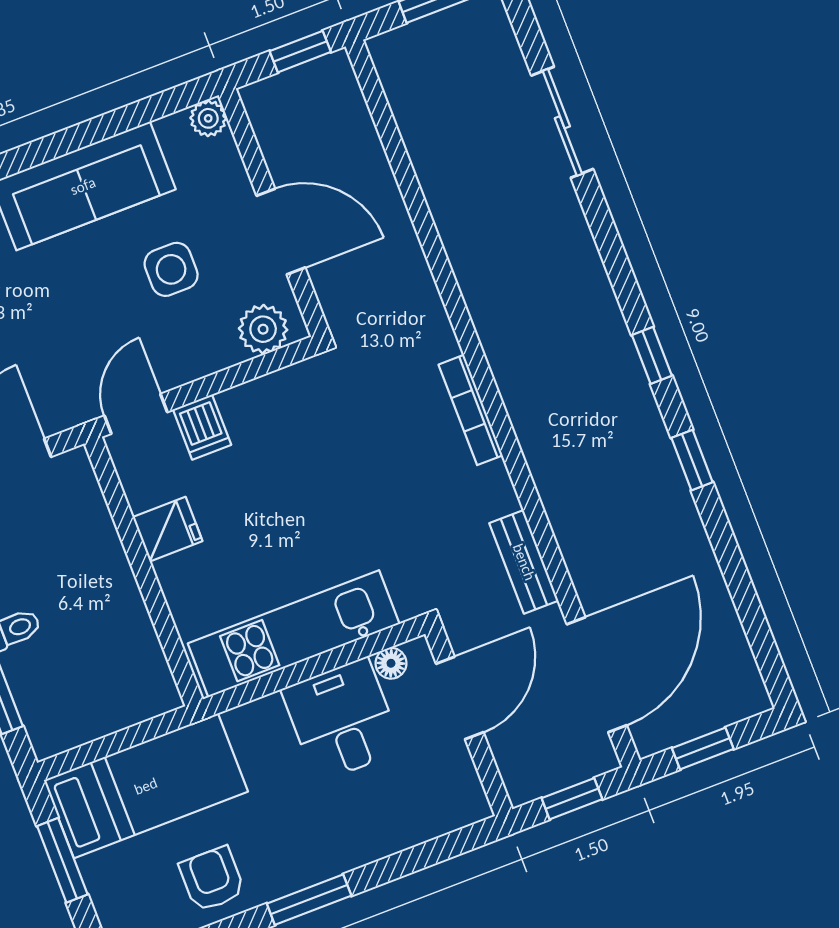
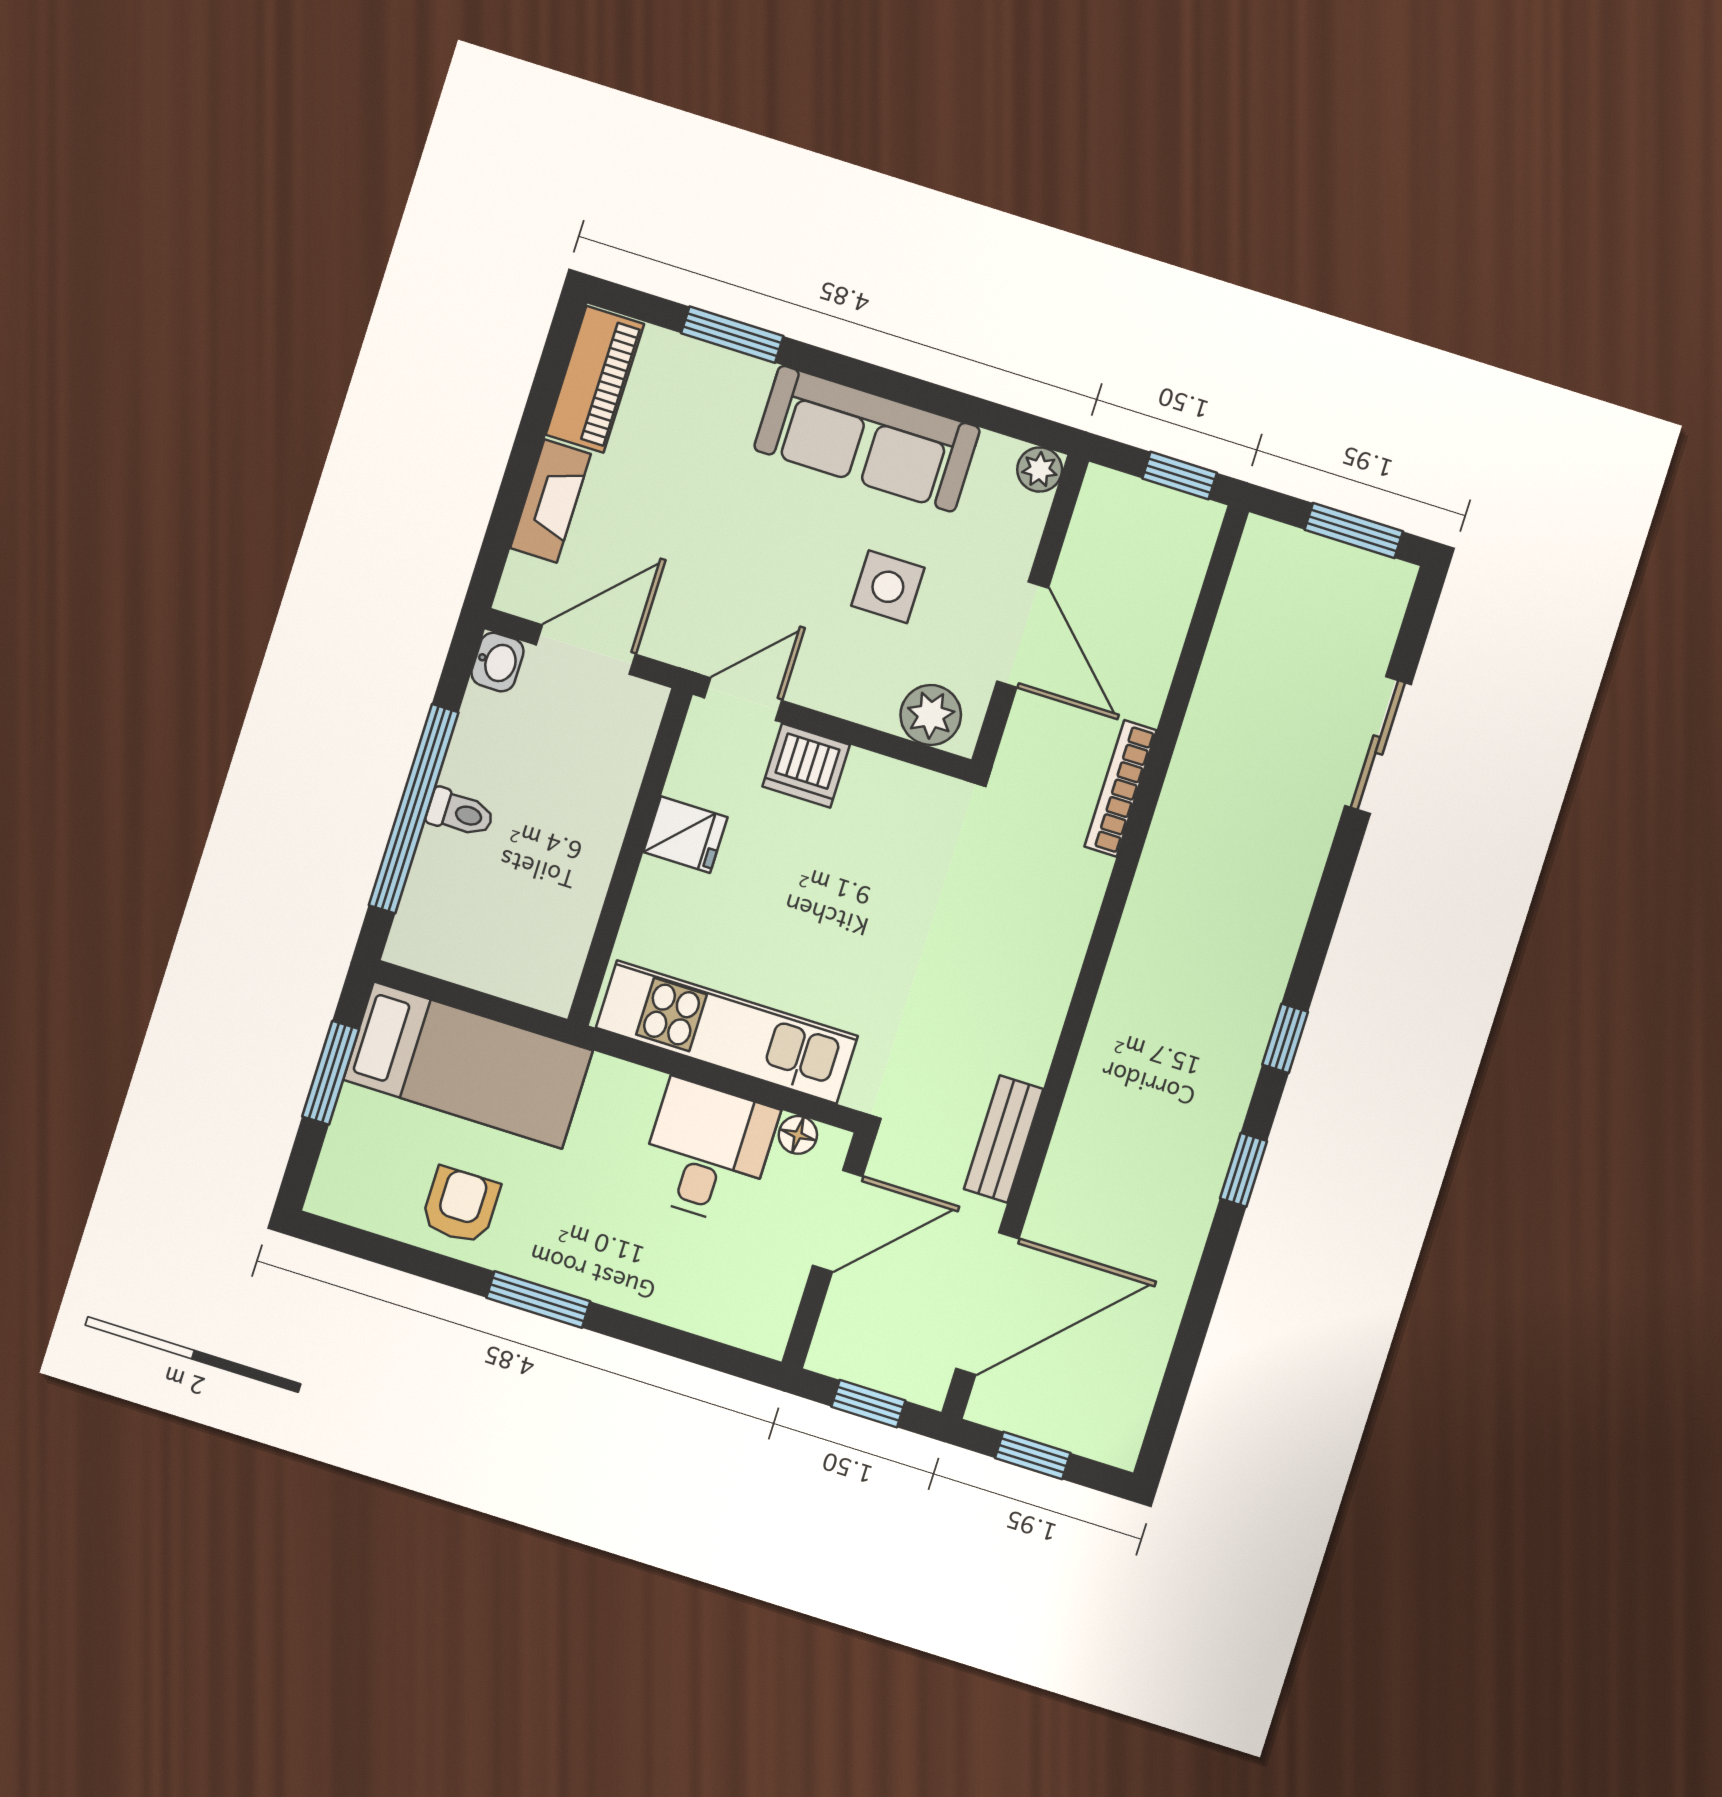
bookcase: (471, 410) -> (1120, 788), moved
dishwasher: (202, 427) -> (806, 766), width x1.38

